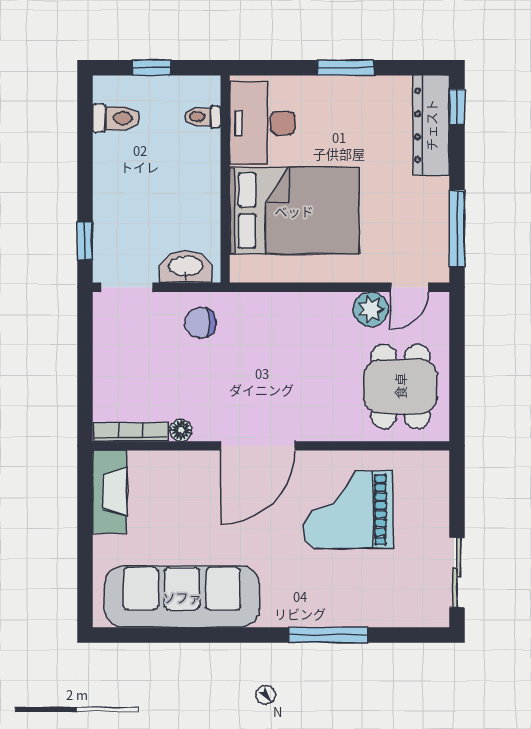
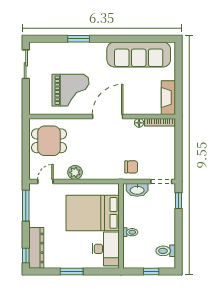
toilet: (203, 117) -> (130, 232), moved
plant: (371, 309) -> (75, 172), moved
dining table: (400, 386) -> (49, 141), turned 90
window: (328, 635) -> (79, 39), width x0.69

